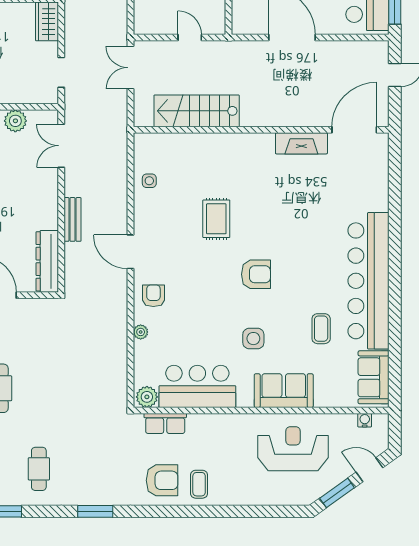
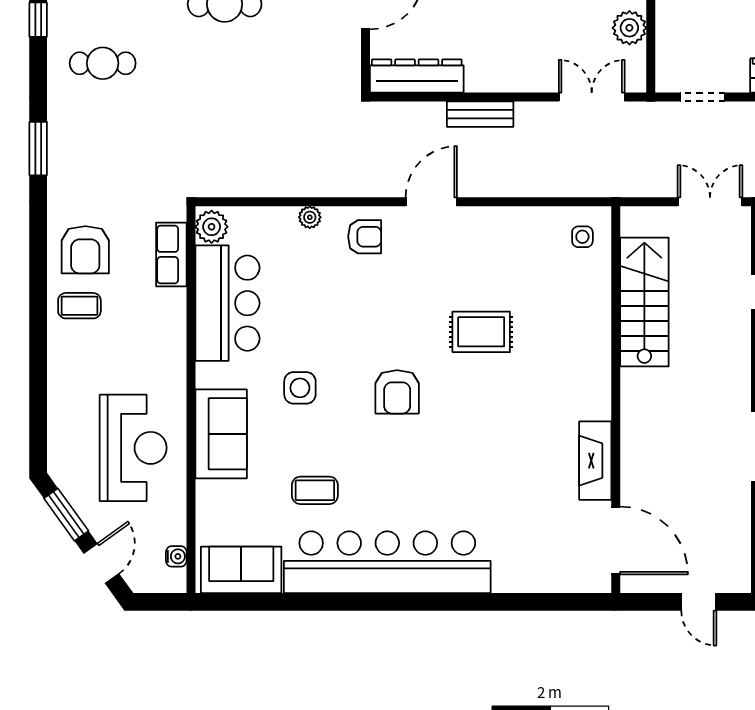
side table: (149, 181) -> (582, 237), moved

